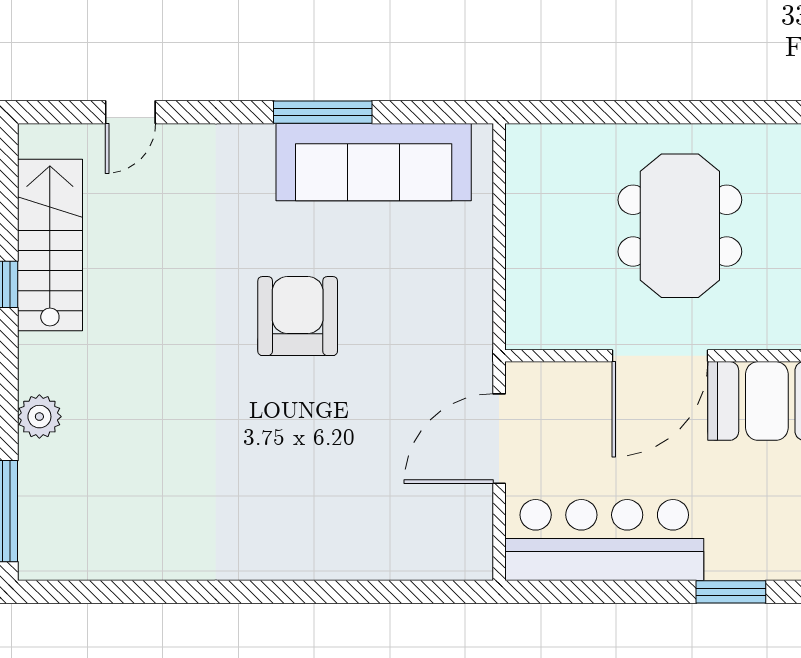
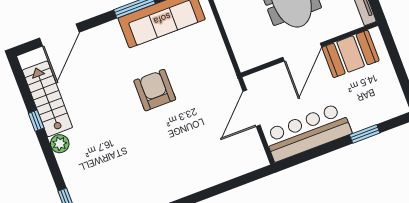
door: (130, 112) -> (59, 35), width x1.88
plant: (39, 417) -> (60, 144), moved

